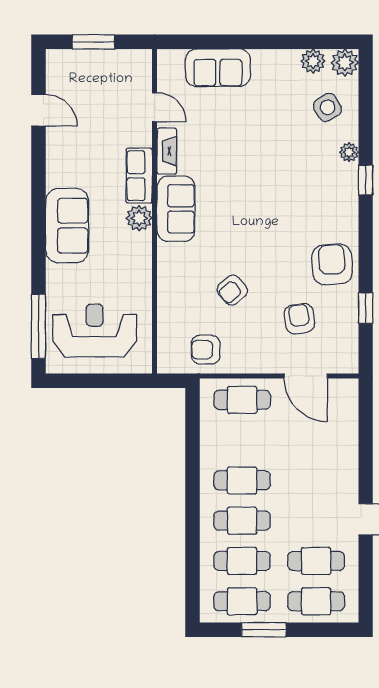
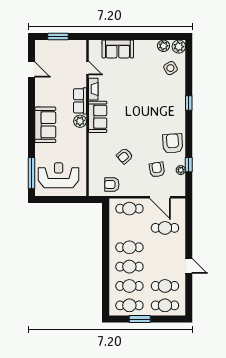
plant: (349, 152) -> (181, 170), moved
cafe table: (316, 440) -> (165, 228), added

